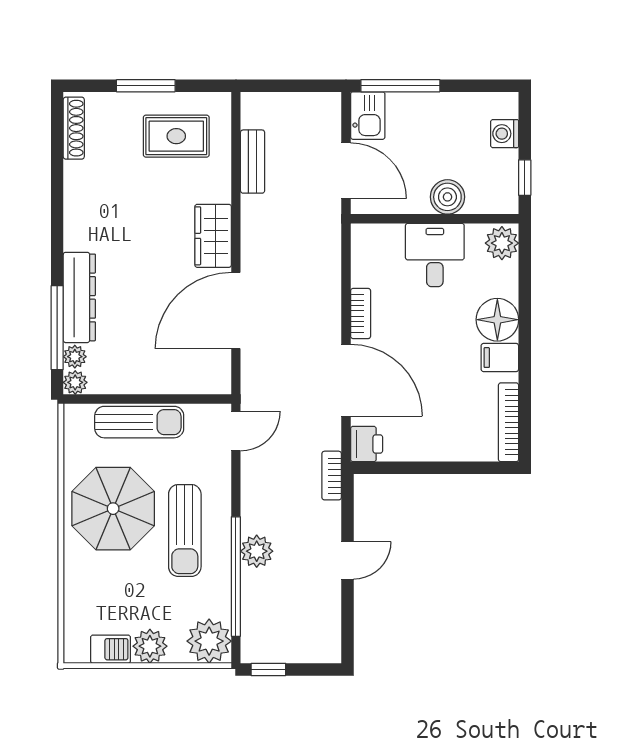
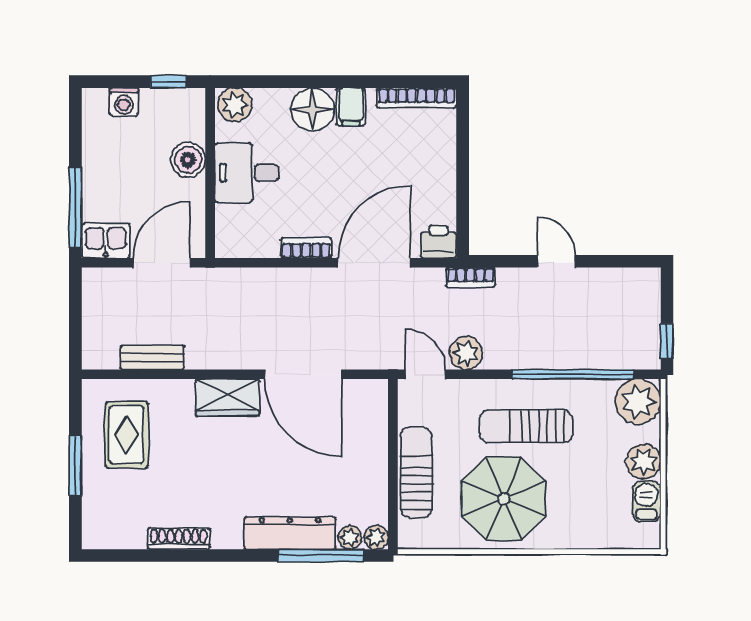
shoe rack: (74, 128) -> (179, 539), moved
sun lounger: (185, 530) -> (526, 426), turned 180
plant: (257, 551) -> (466, 353), moved

